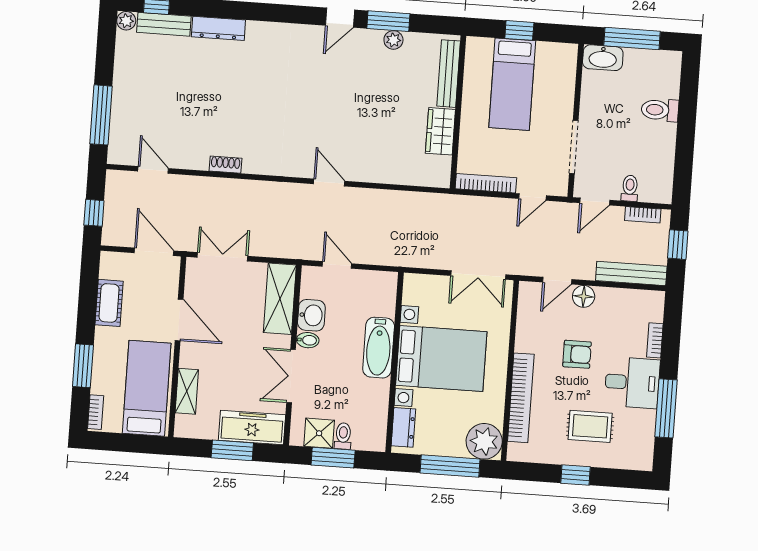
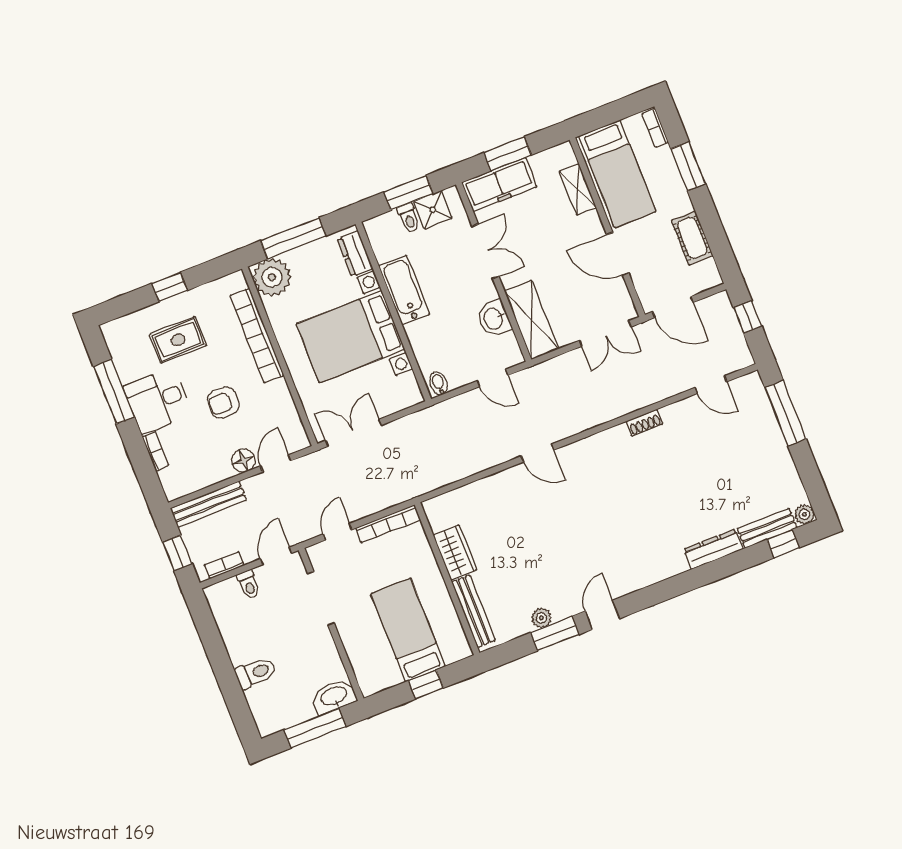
bidet: (308, 340) -> (439, 383), moved, turned 90
bathtub: (379, 348) -> (404, 290), moved

